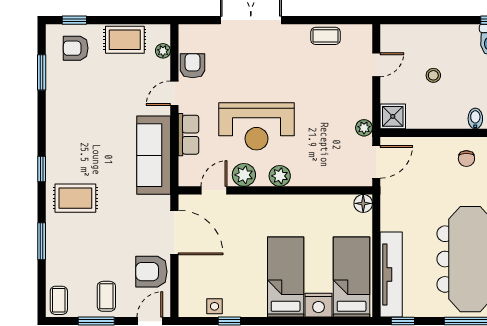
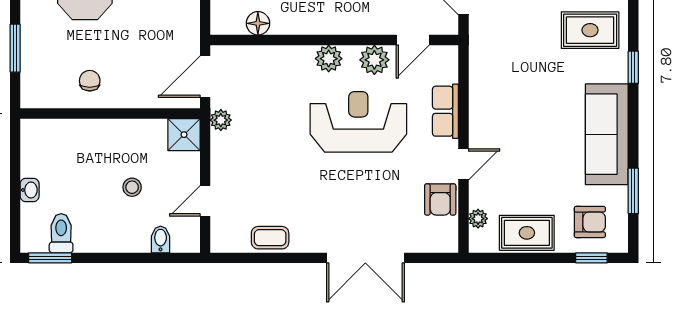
bidet: (475, 119) -> (161, 239), moved, turned 180
sofa: (154, 155) -> (607, 134), moved, turned 180
floor lamp: (363, 203) -> (258, 23), moved

